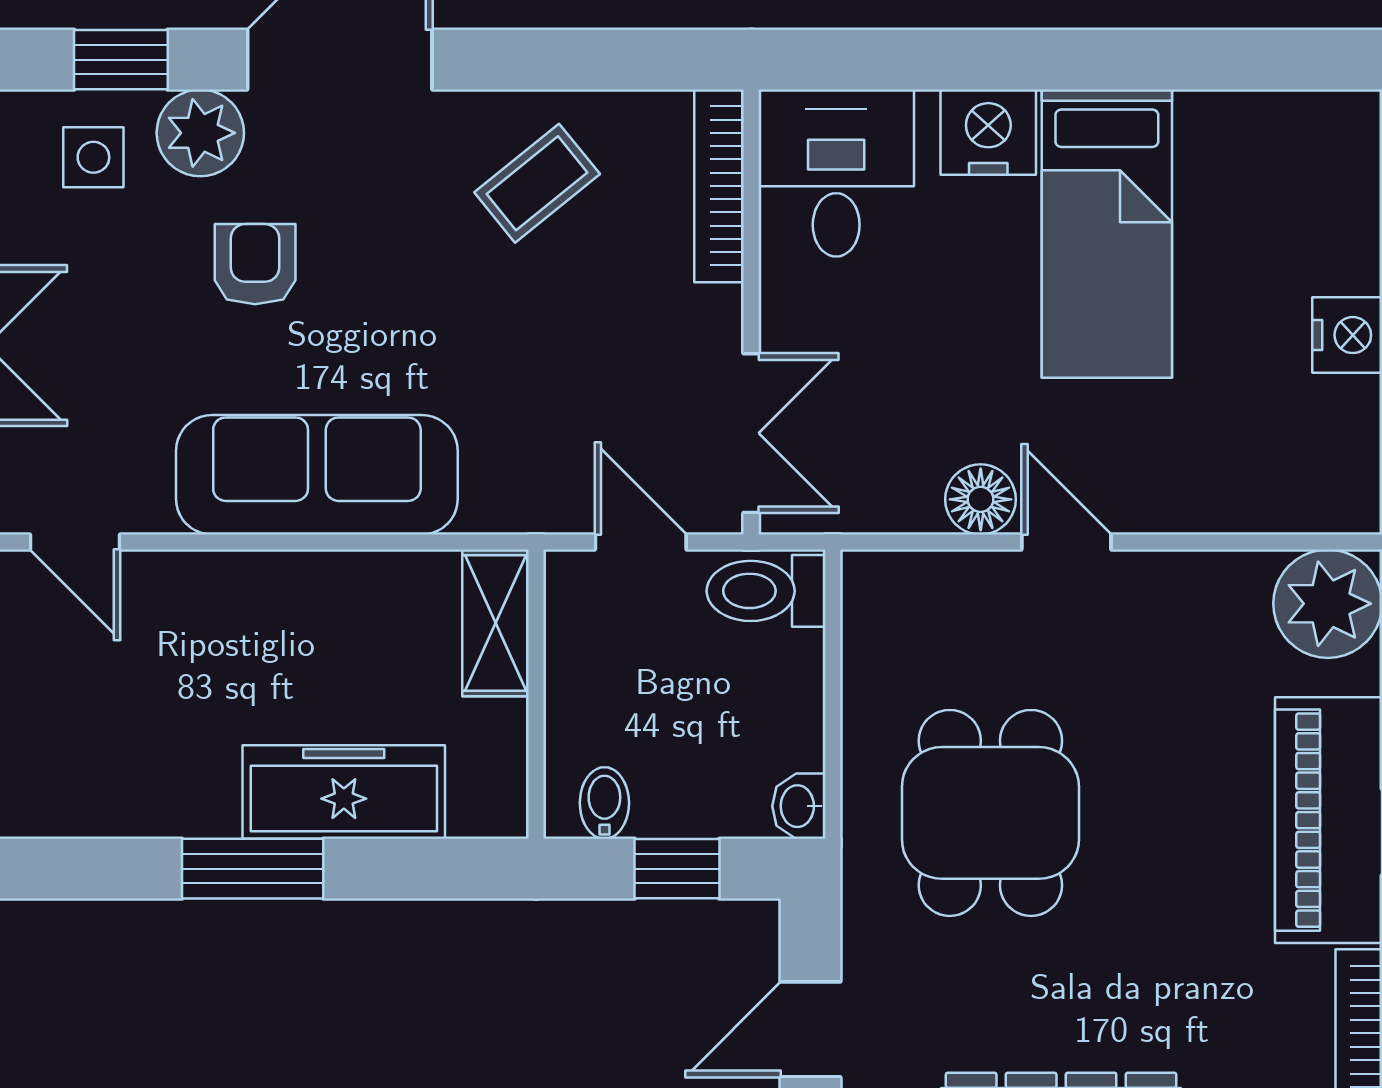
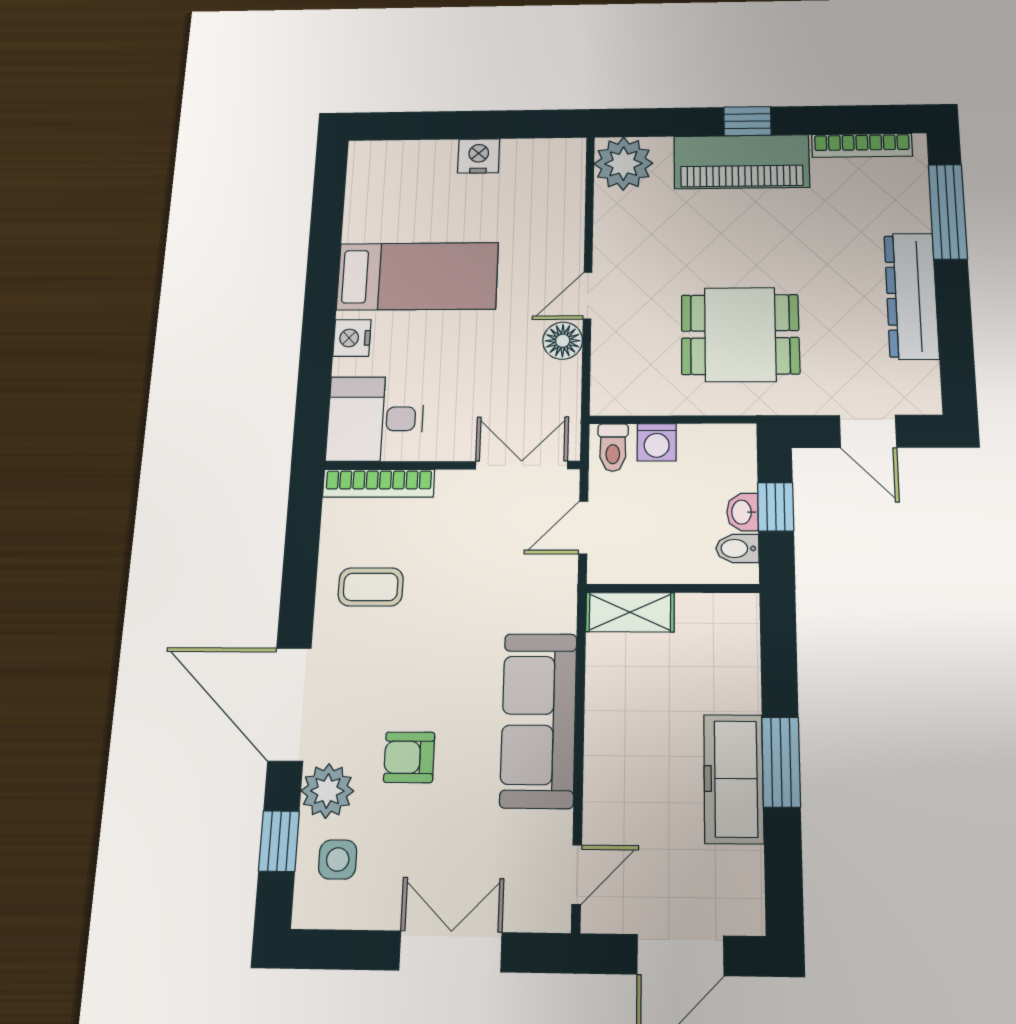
nightstand: (988, 132) -> (352, 338), width x0.74, depth x0.75
coffee table: (537, 183) -> (371, 587), turned -51
toilet: (766, 591) -> (613, 448), width x0.73, depth x0.72
washing machine: (792, 666) -> (657, 442), added
freezer: (344, 792) -> (734, 779), moved
washbasin: (799, 806) -> (742, 512), moved, turned 90

